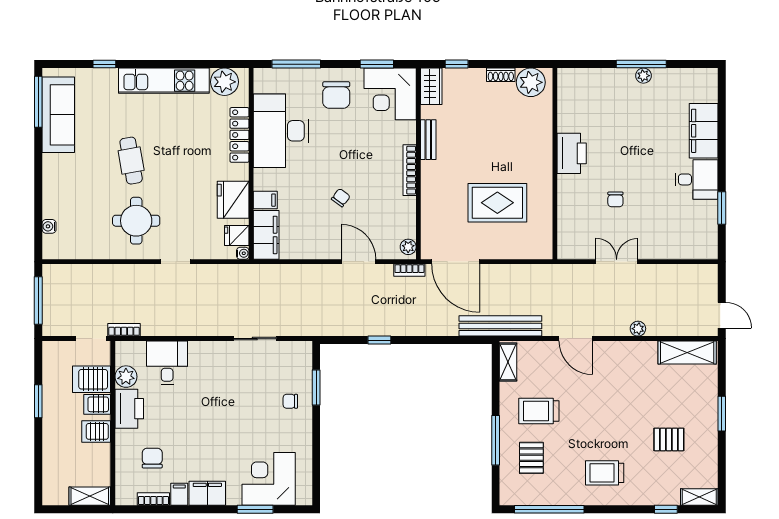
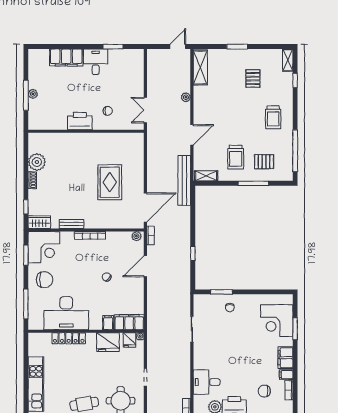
plant: (224, 82) -> (37, 347), removed
printer: (572, 153) -> (80, 121), moved
wall: (555, 164) -> (86, 131), moved

